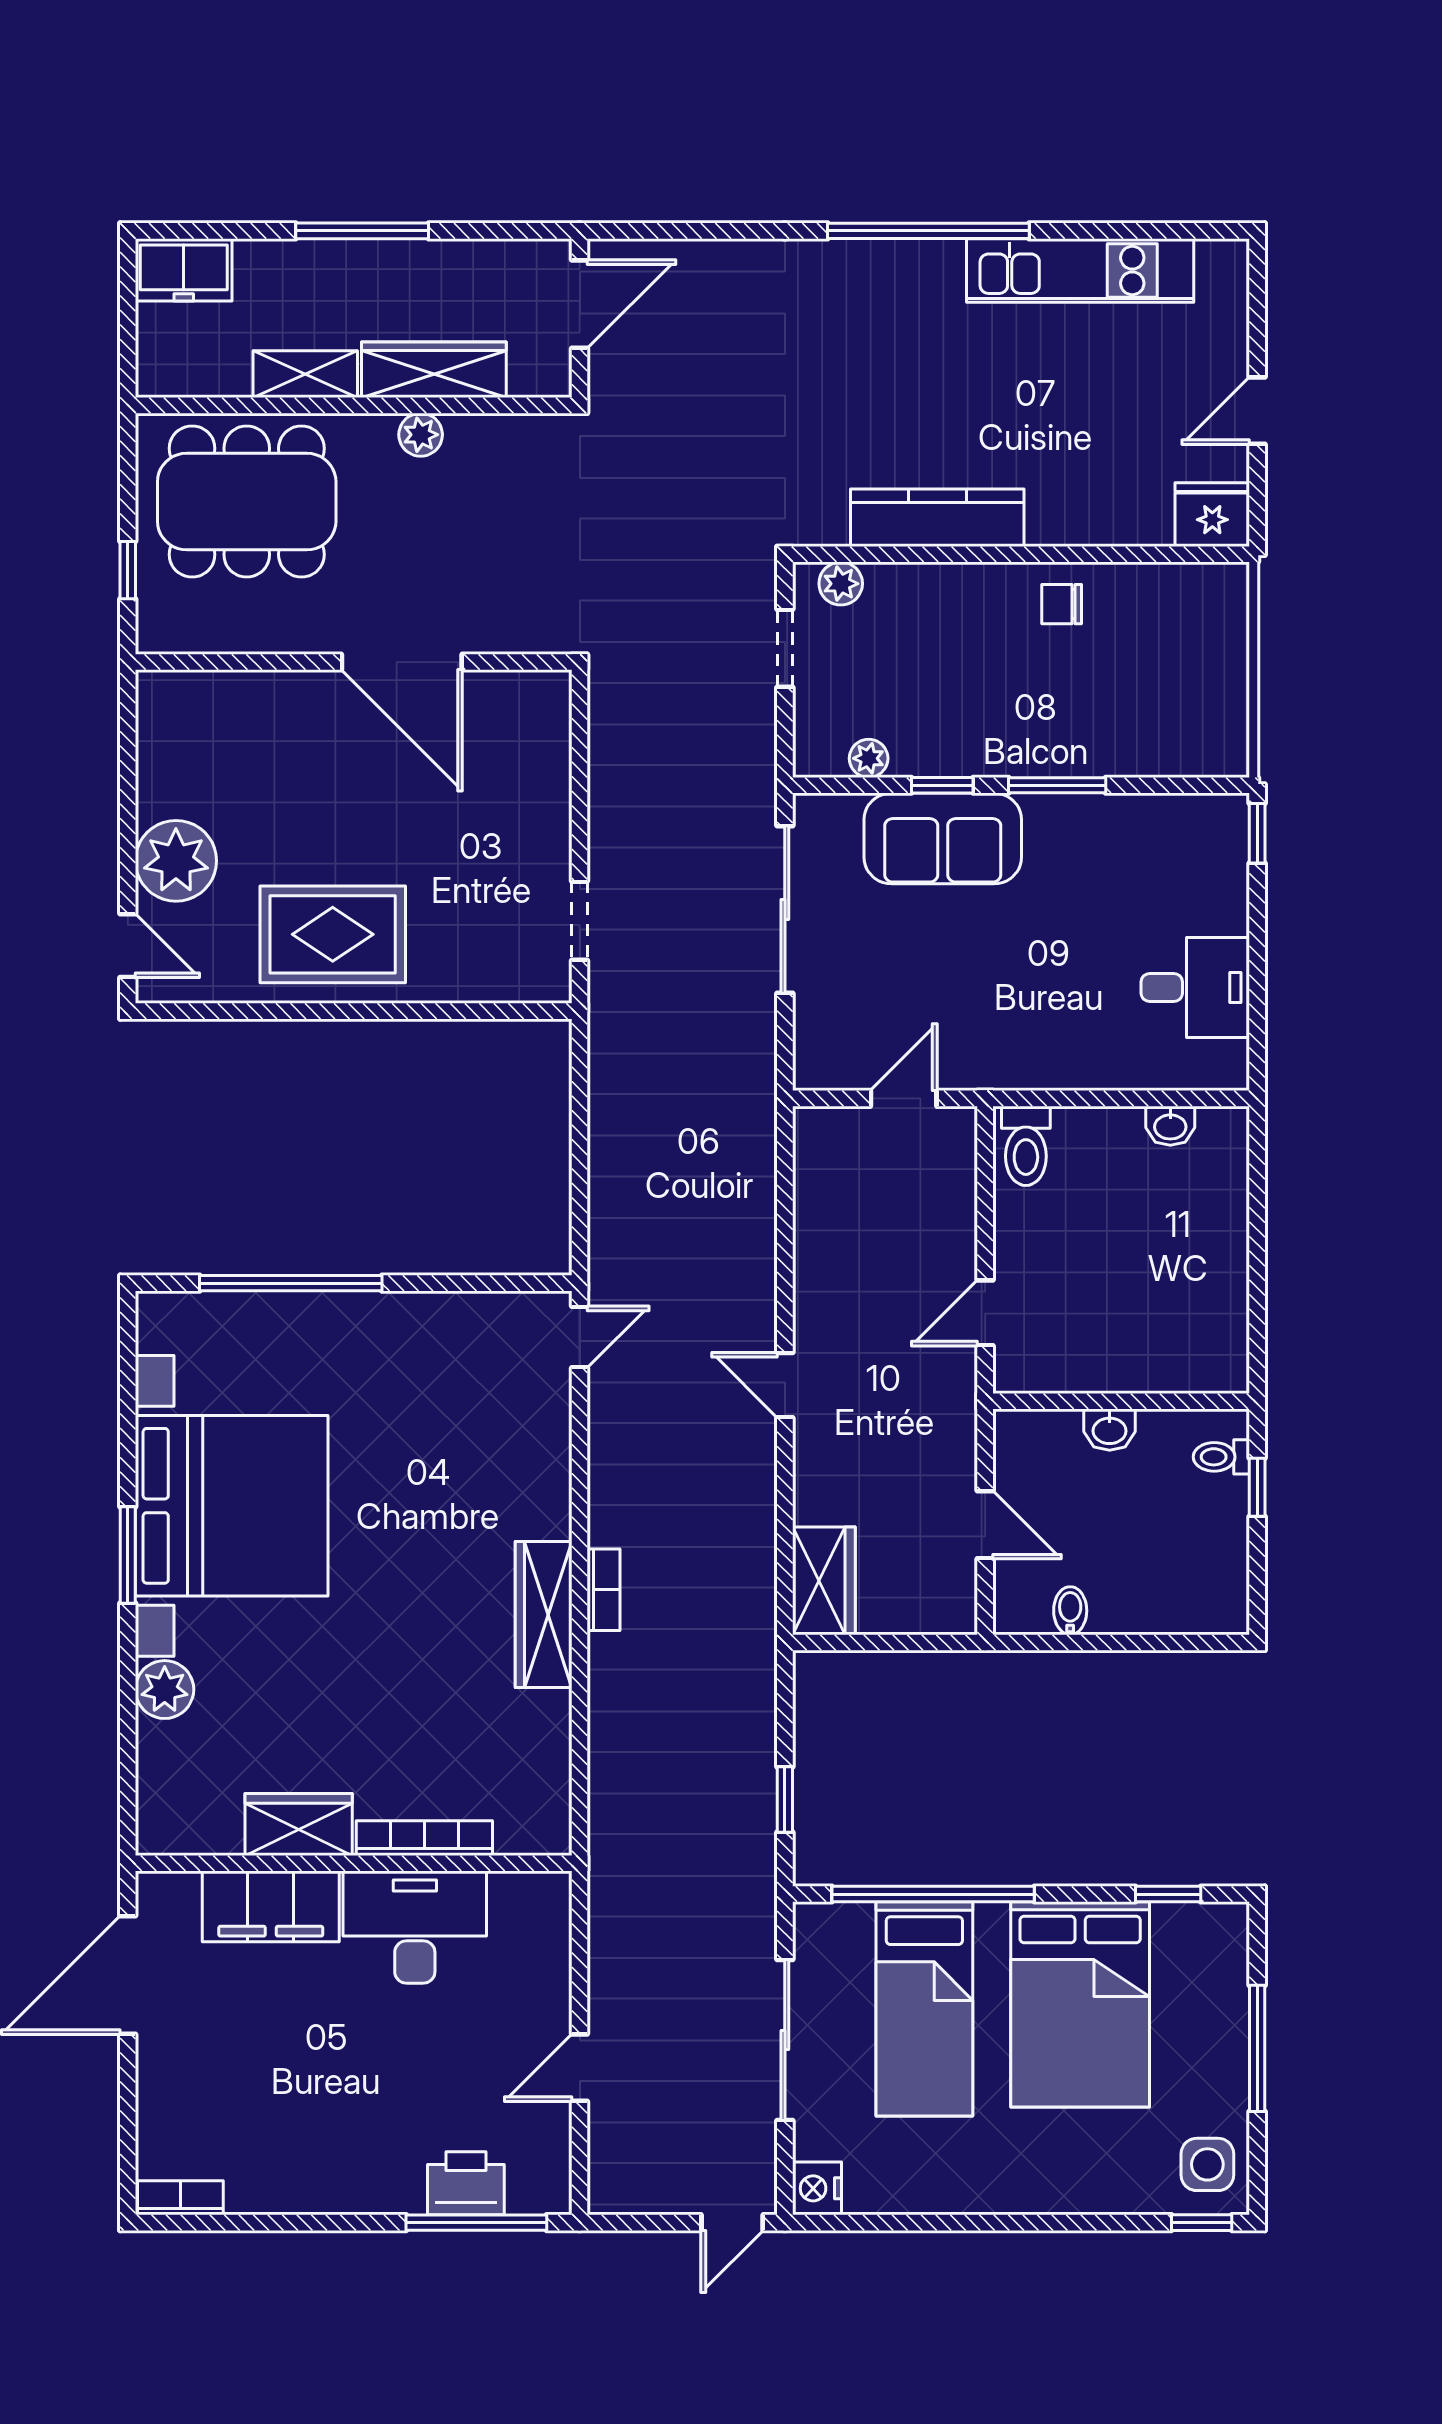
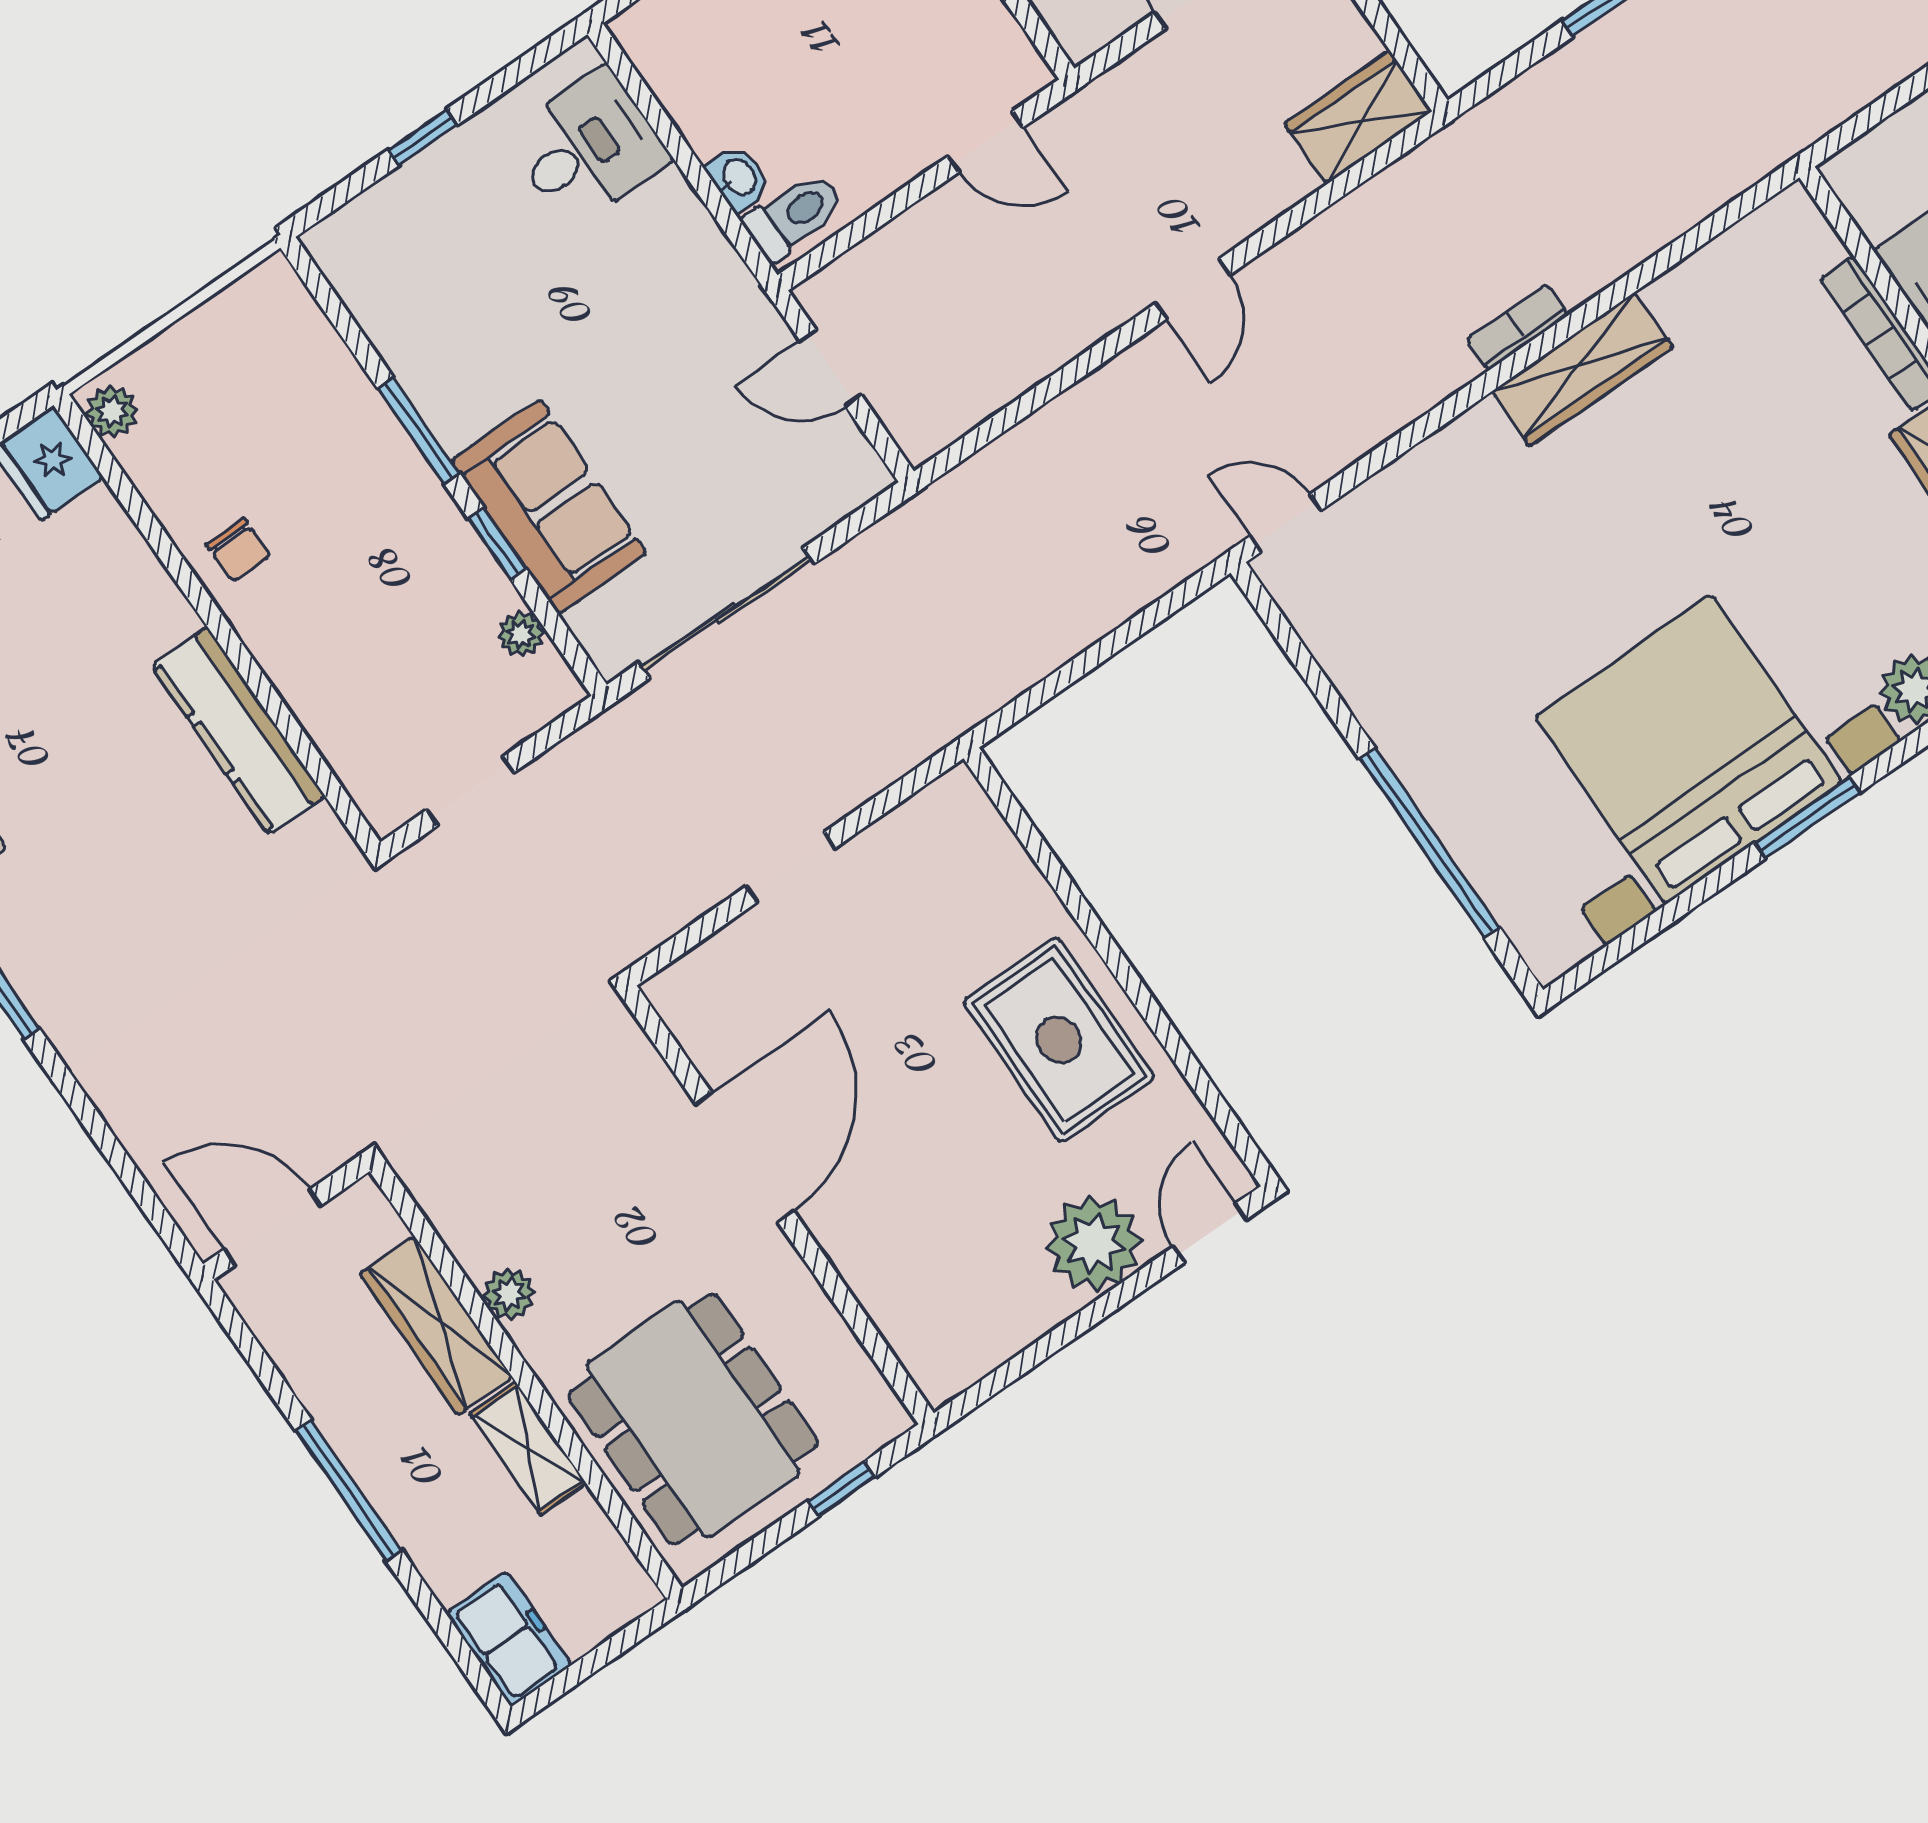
plant: (841, 584) -> (112, 412), moved
window: (1257, 833) -> (423, 137), moved
doorway: (580, 921) -> (791, 867), moved
desk: (1195, 988) -> (588, 148), moved, turned 90
washbasin: (1170, 1126) -> (738, 178), moved

